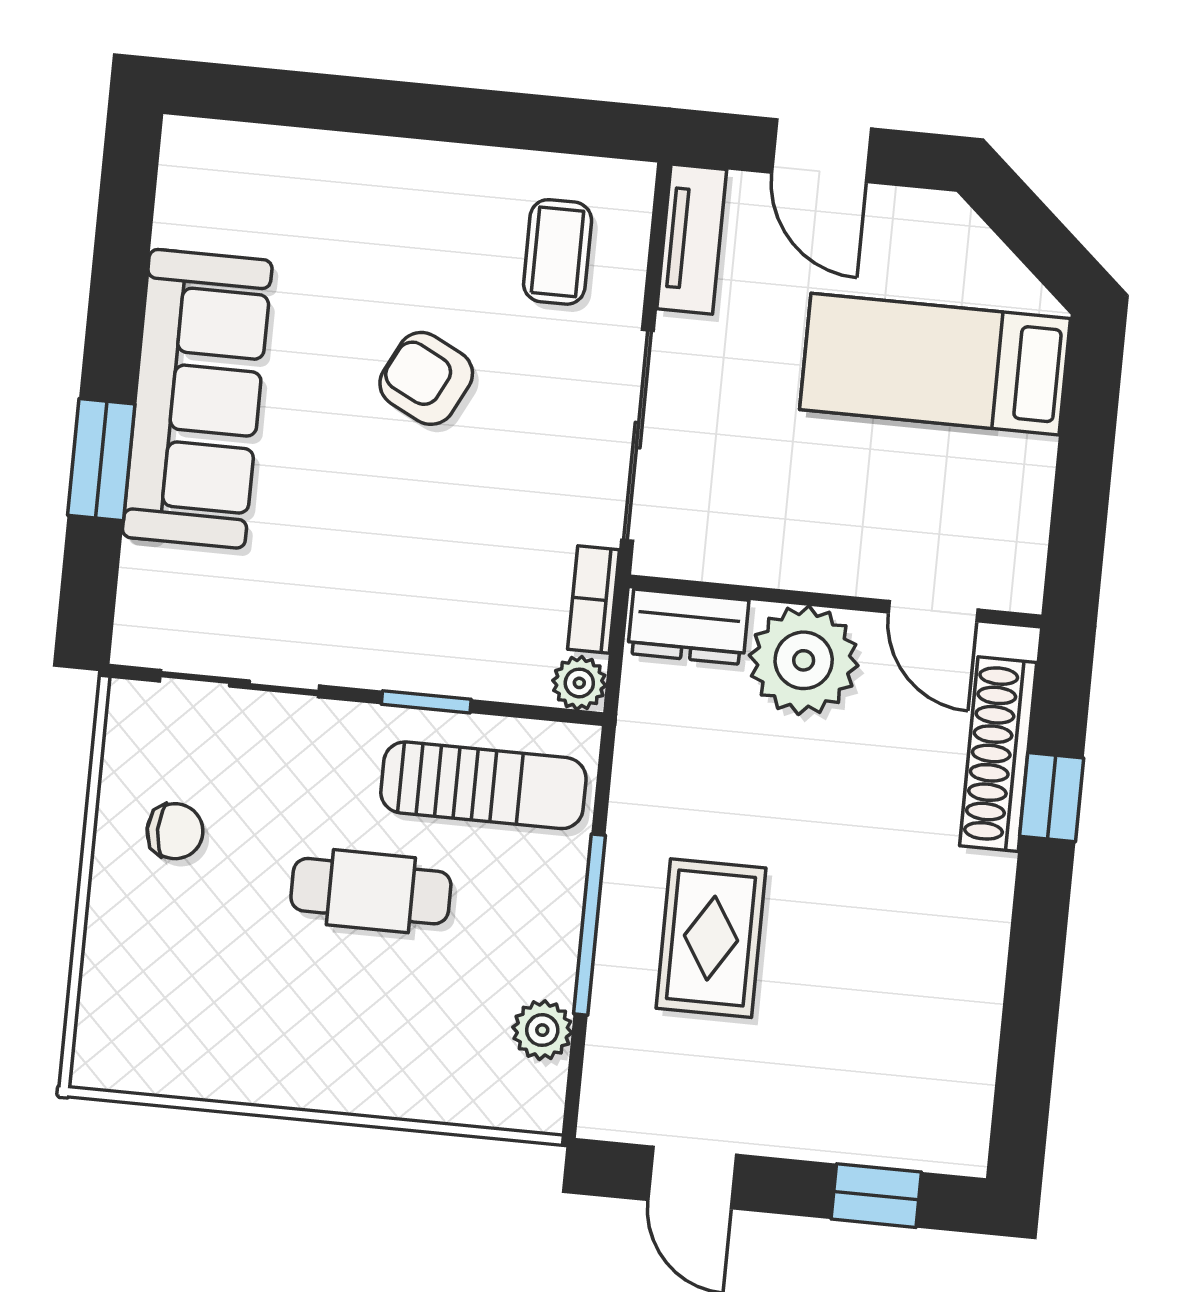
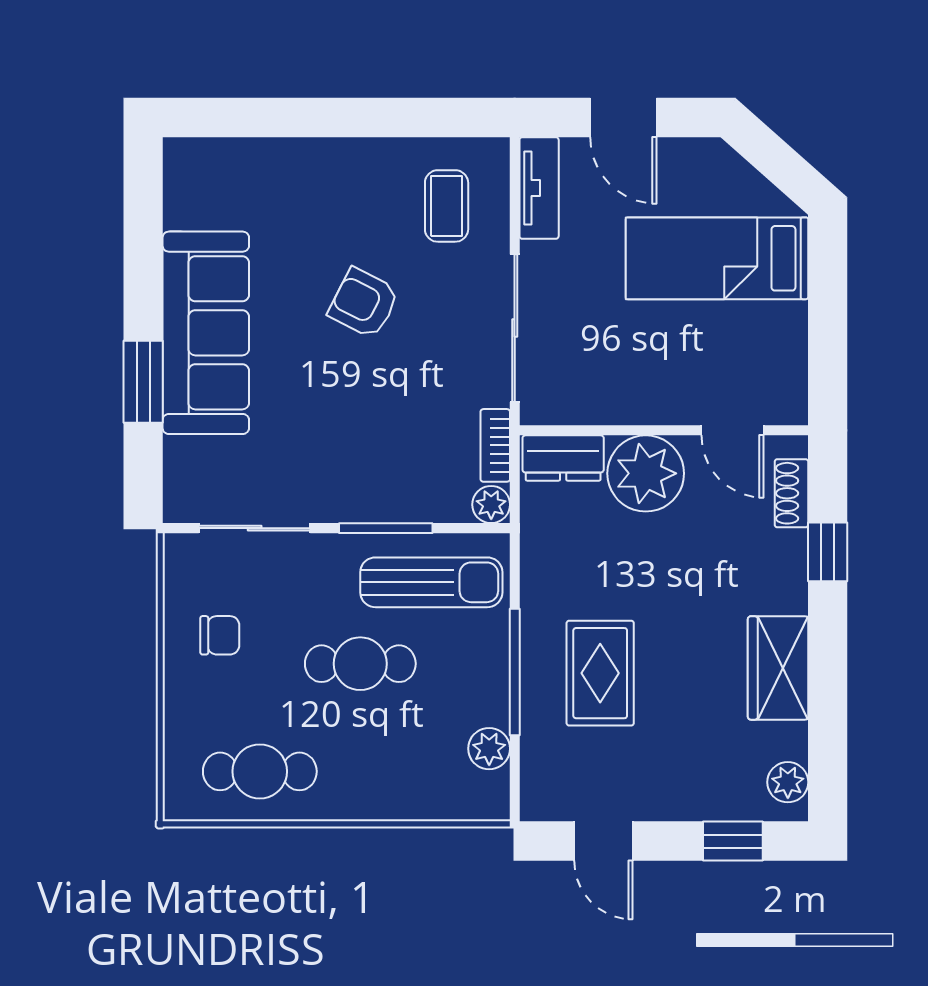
window: (426, 702) -> (386, 528), width x1.50
shoe rack: (998, 754) -> (791, 493), width x0.51, depth x0.81
wardrobe: (965, 956) -> (778, 668), added
cafe table: (213, 1031) -> (260, 771), added
plant: (963, 1119) -> (788, 782), added

